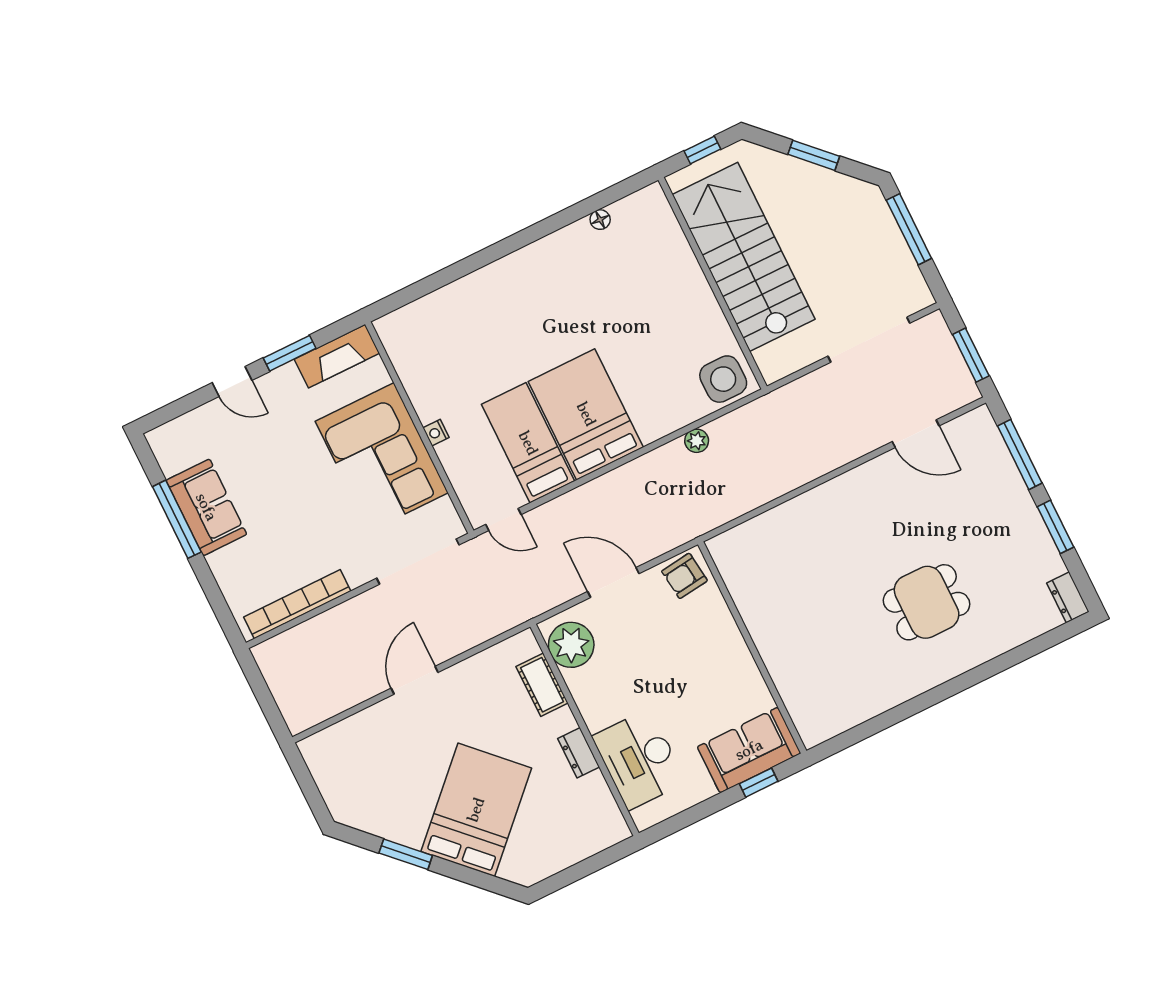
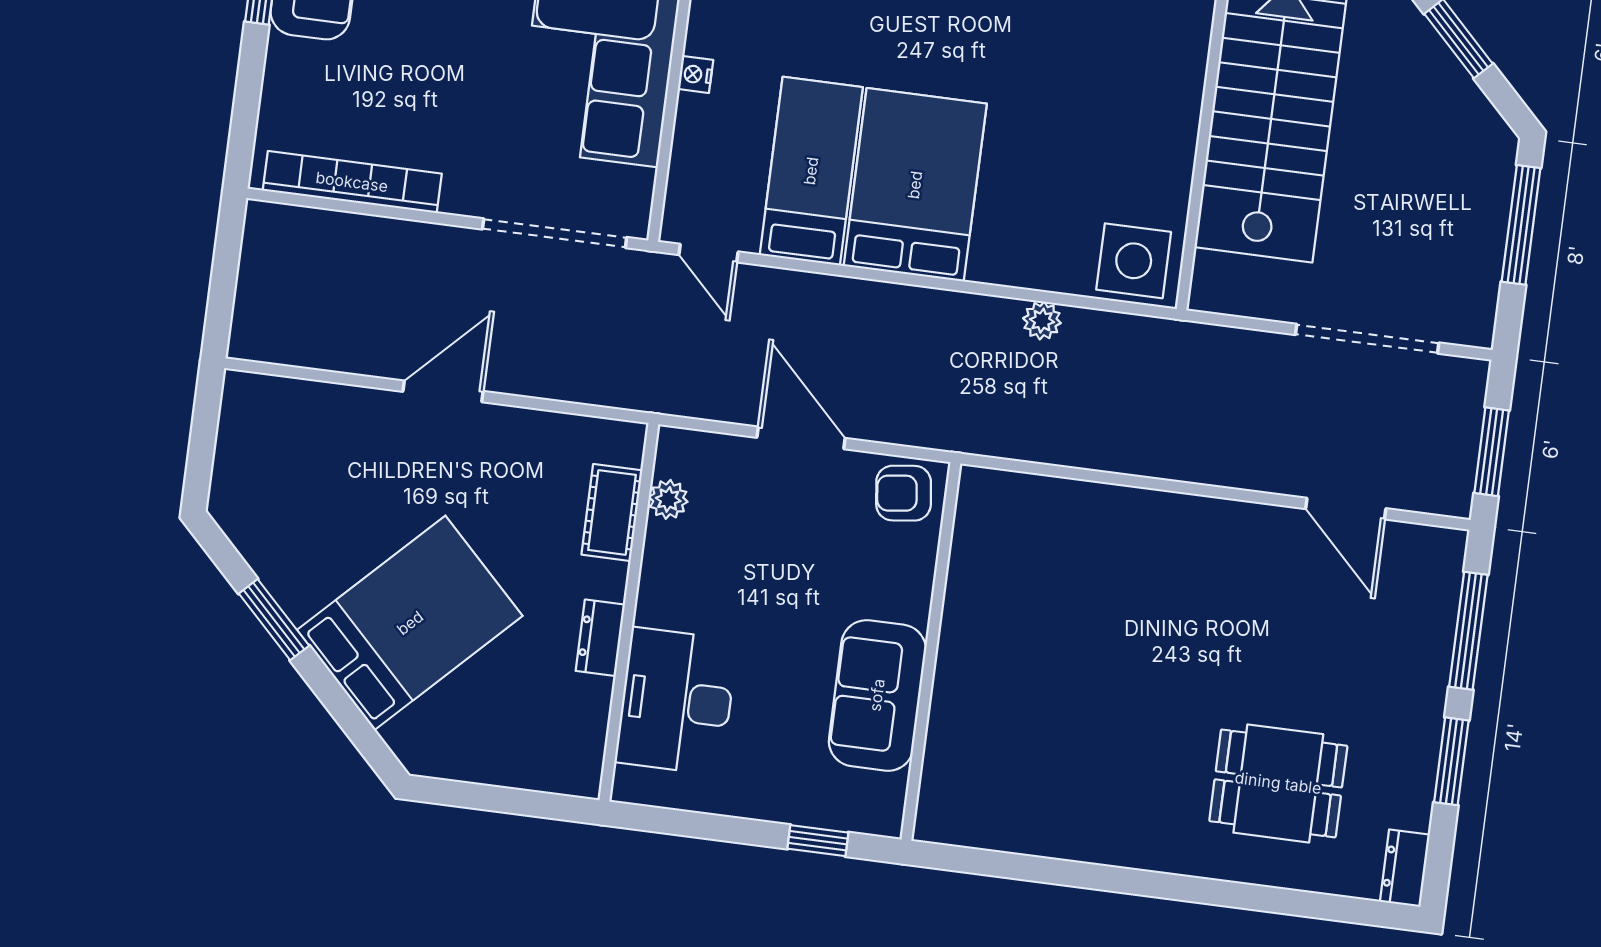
dining table: (927, 602) -> (1278, 783), moved
plant: (571, 645) -> (668, 499), width x0.53, depth x0.53
sofa: (749, 750) -> (877, 695), moved, turned -90

